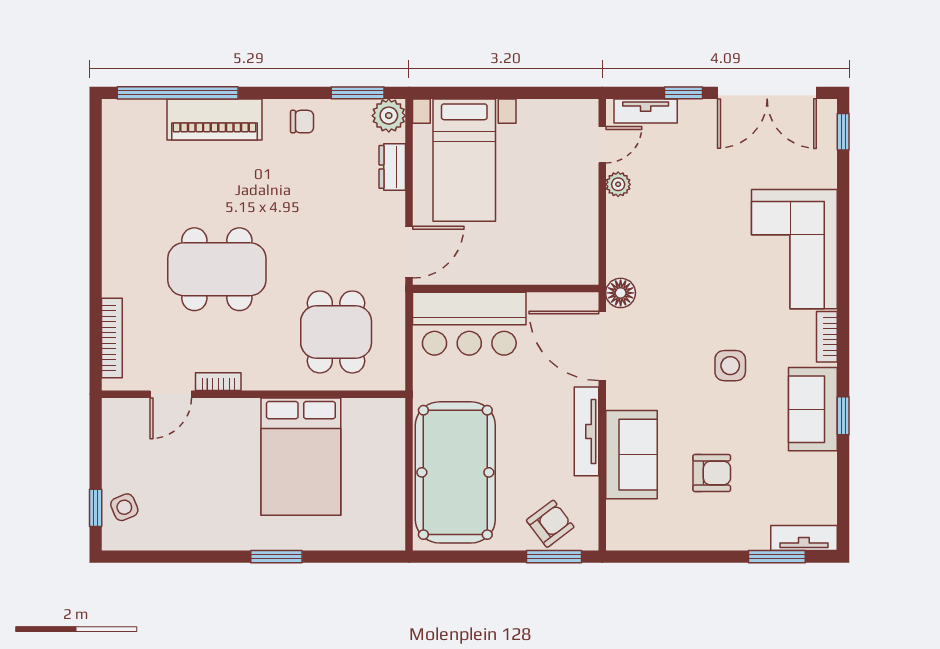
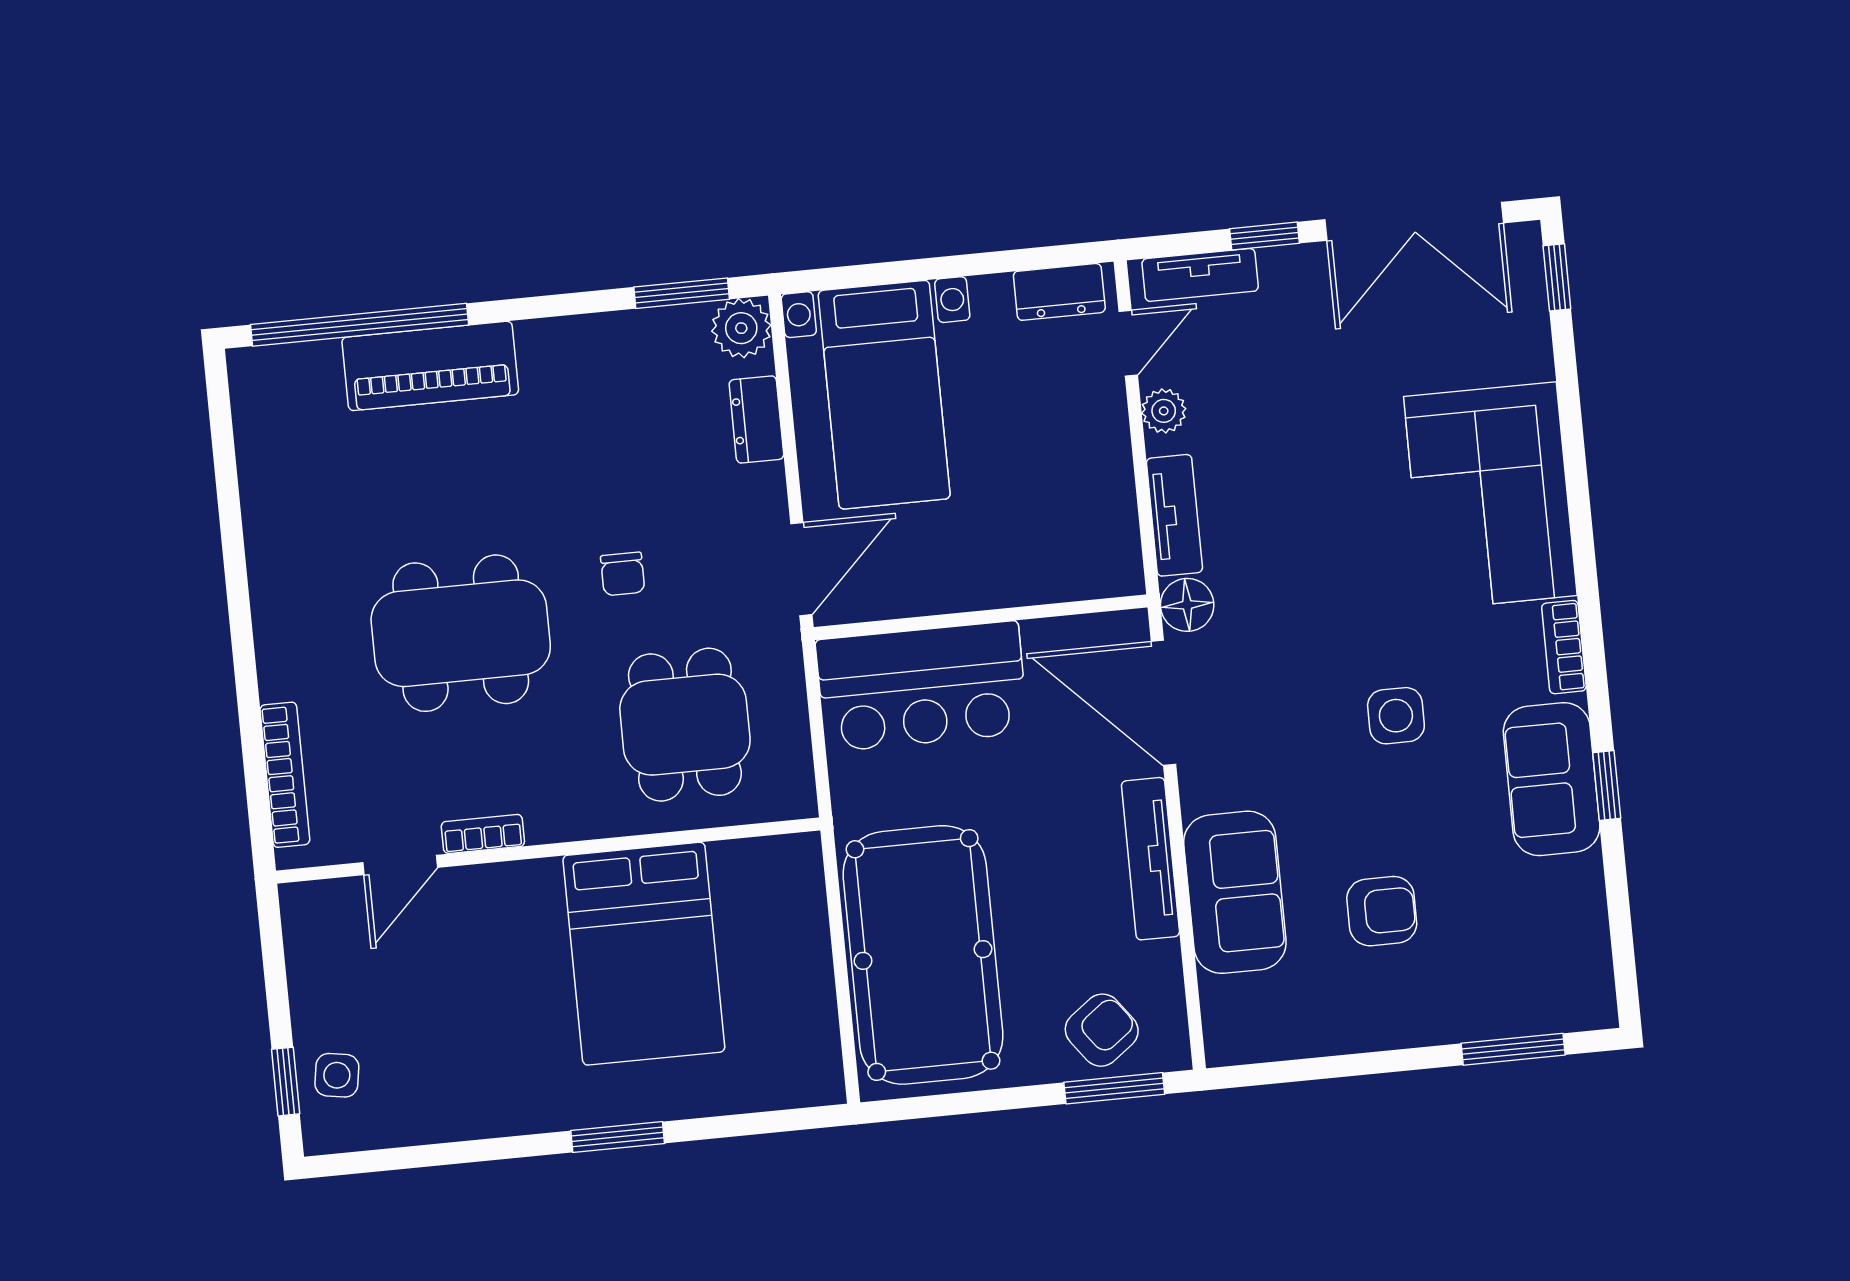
dresser: (567, 113) -> (1059, 292), added
chair: (302, 122) -> (623, 574), moved, turned 90
side table: (124, 507) -> (337, 1075), turned 32
tv unit: (804, 538) -> (1174, 515), moved, turned 90

